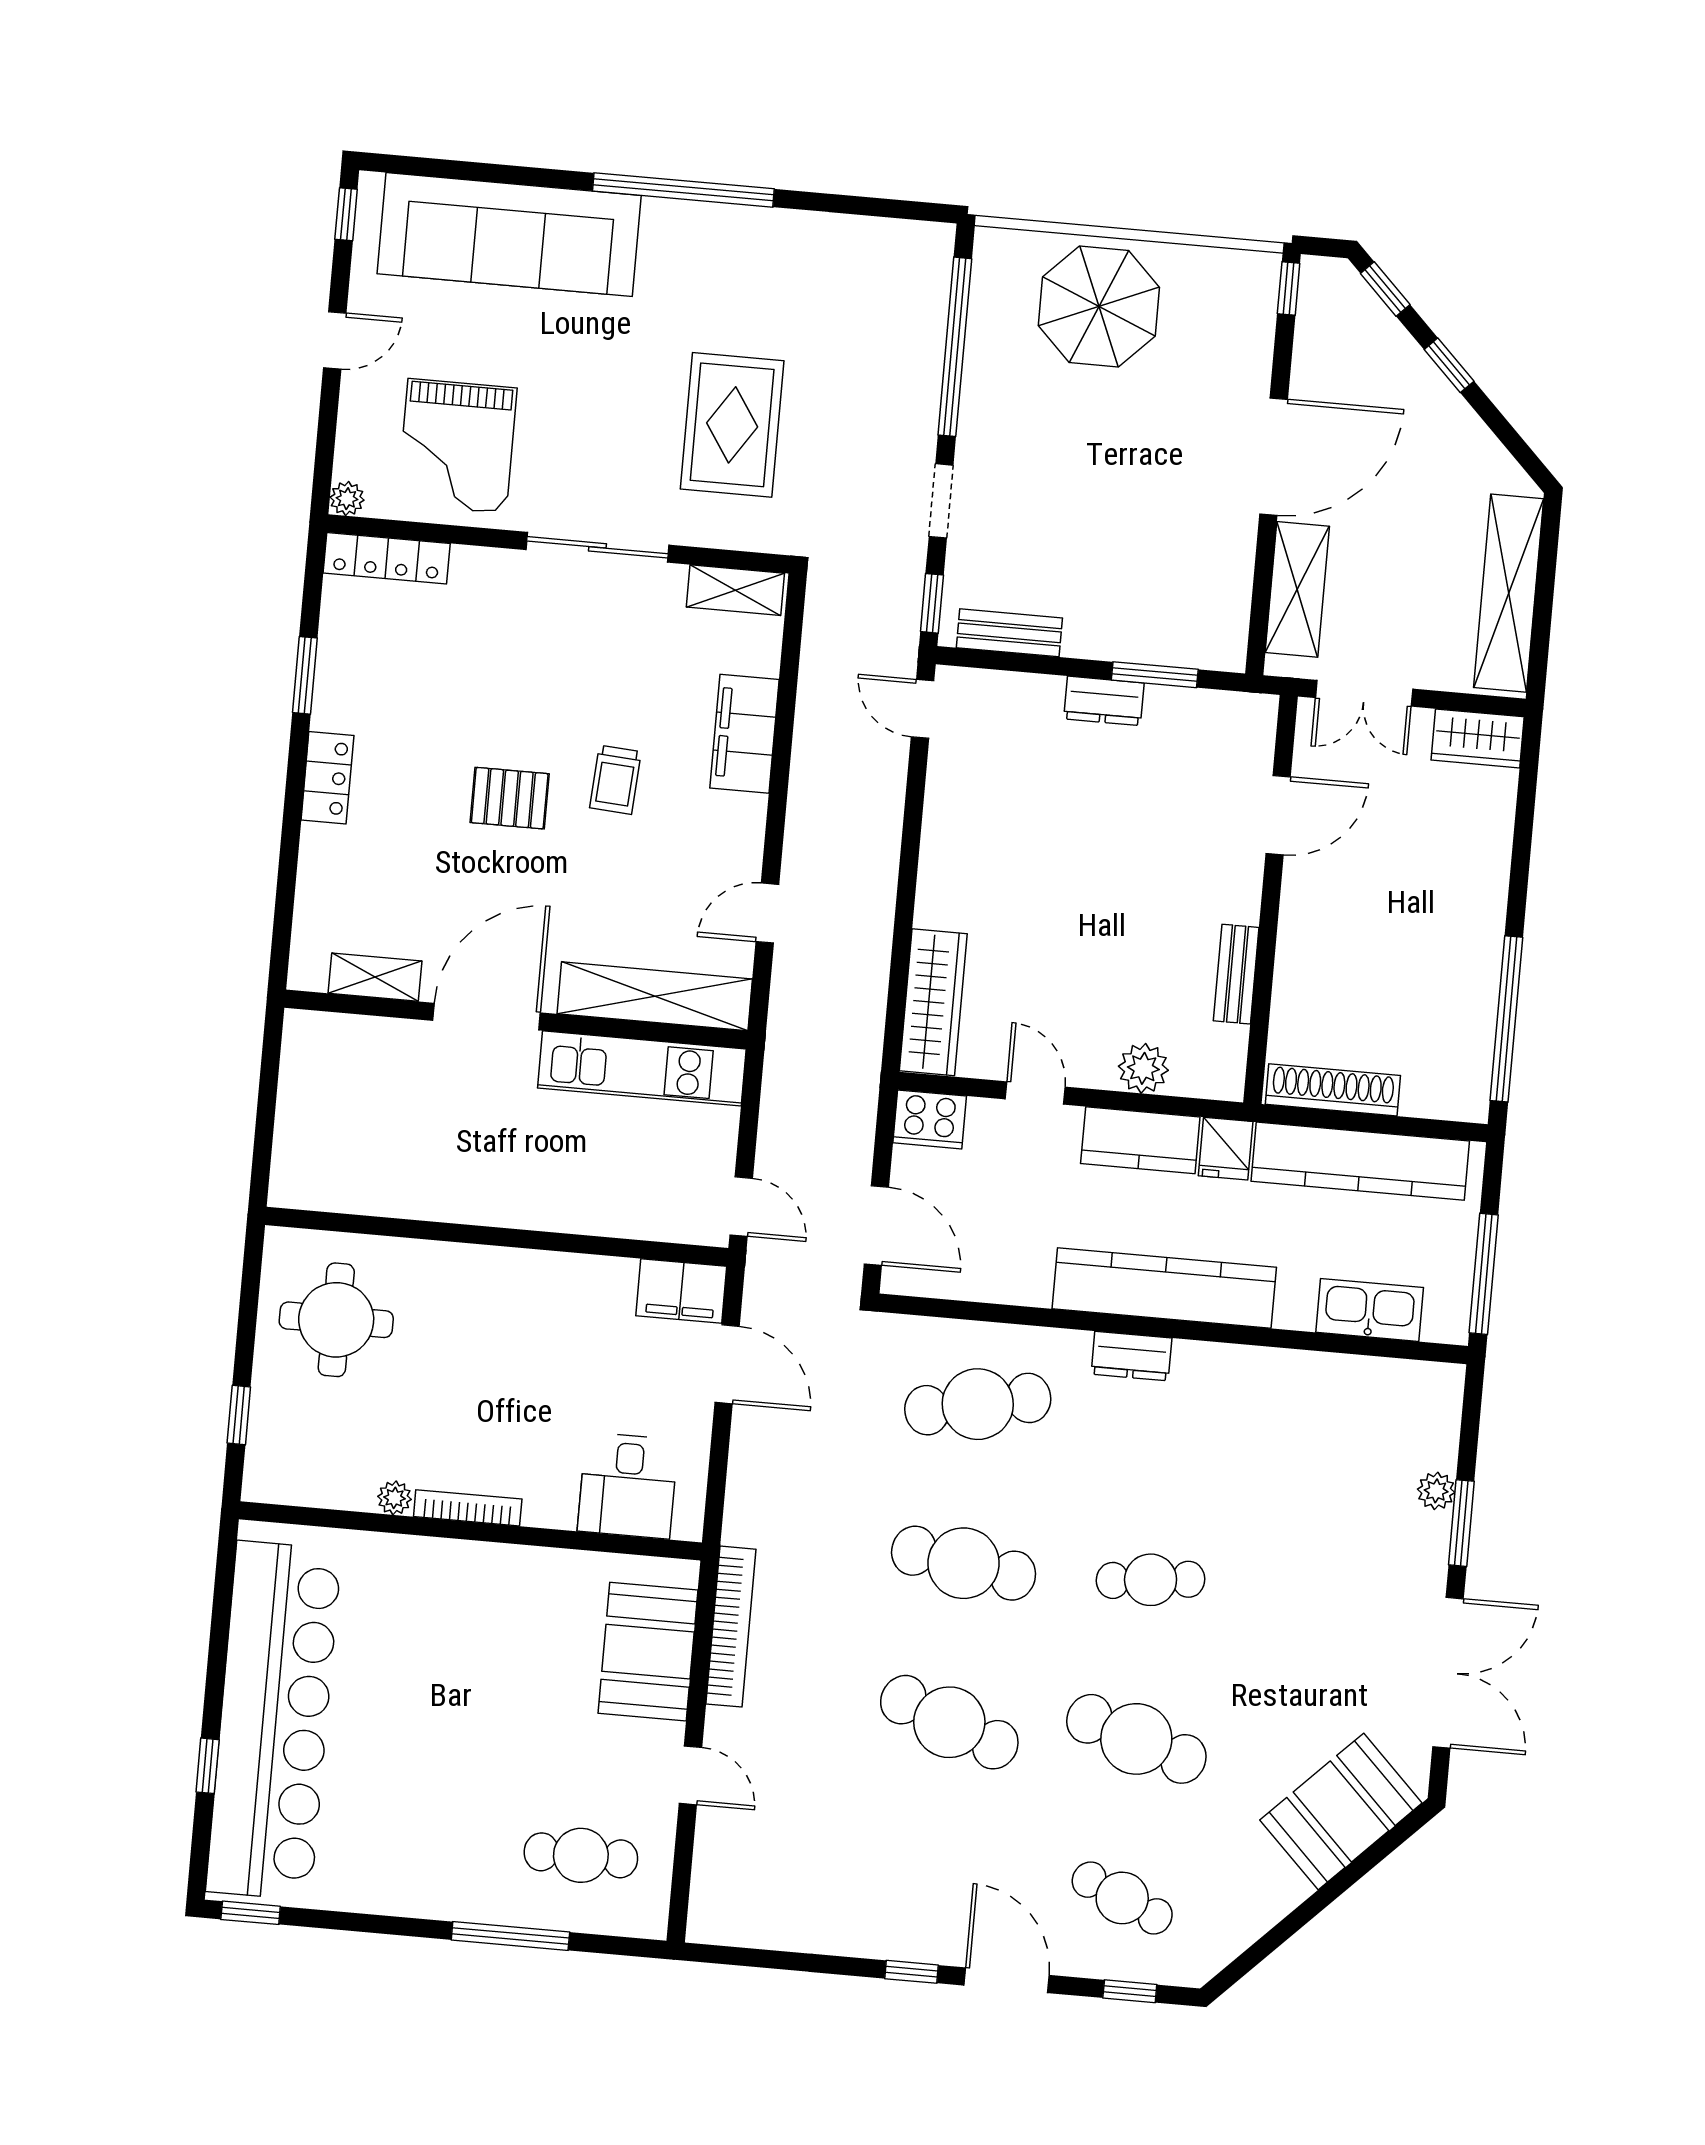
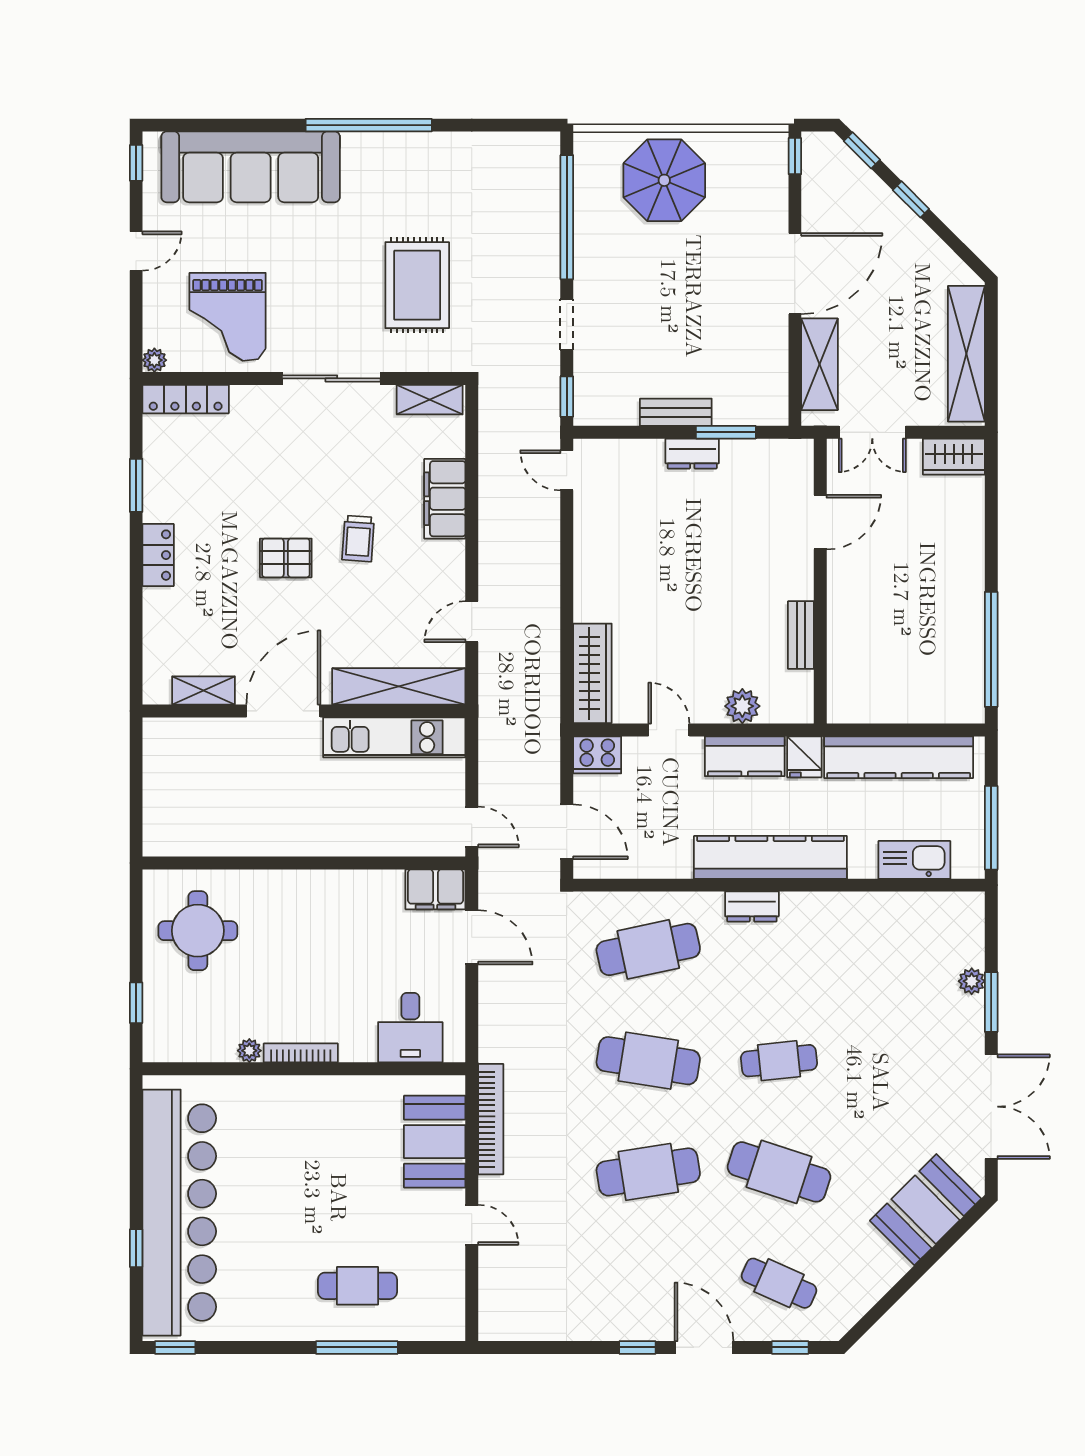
bench: (1009, 633) -> (676, 412), moved
shoe rack: (1333, 1090) -> (875, 709), removed
cafe table: (949, 1722) -> (648, 1172), turned -30
cafe table: (581, 1855) -> (357, 1286), moved

